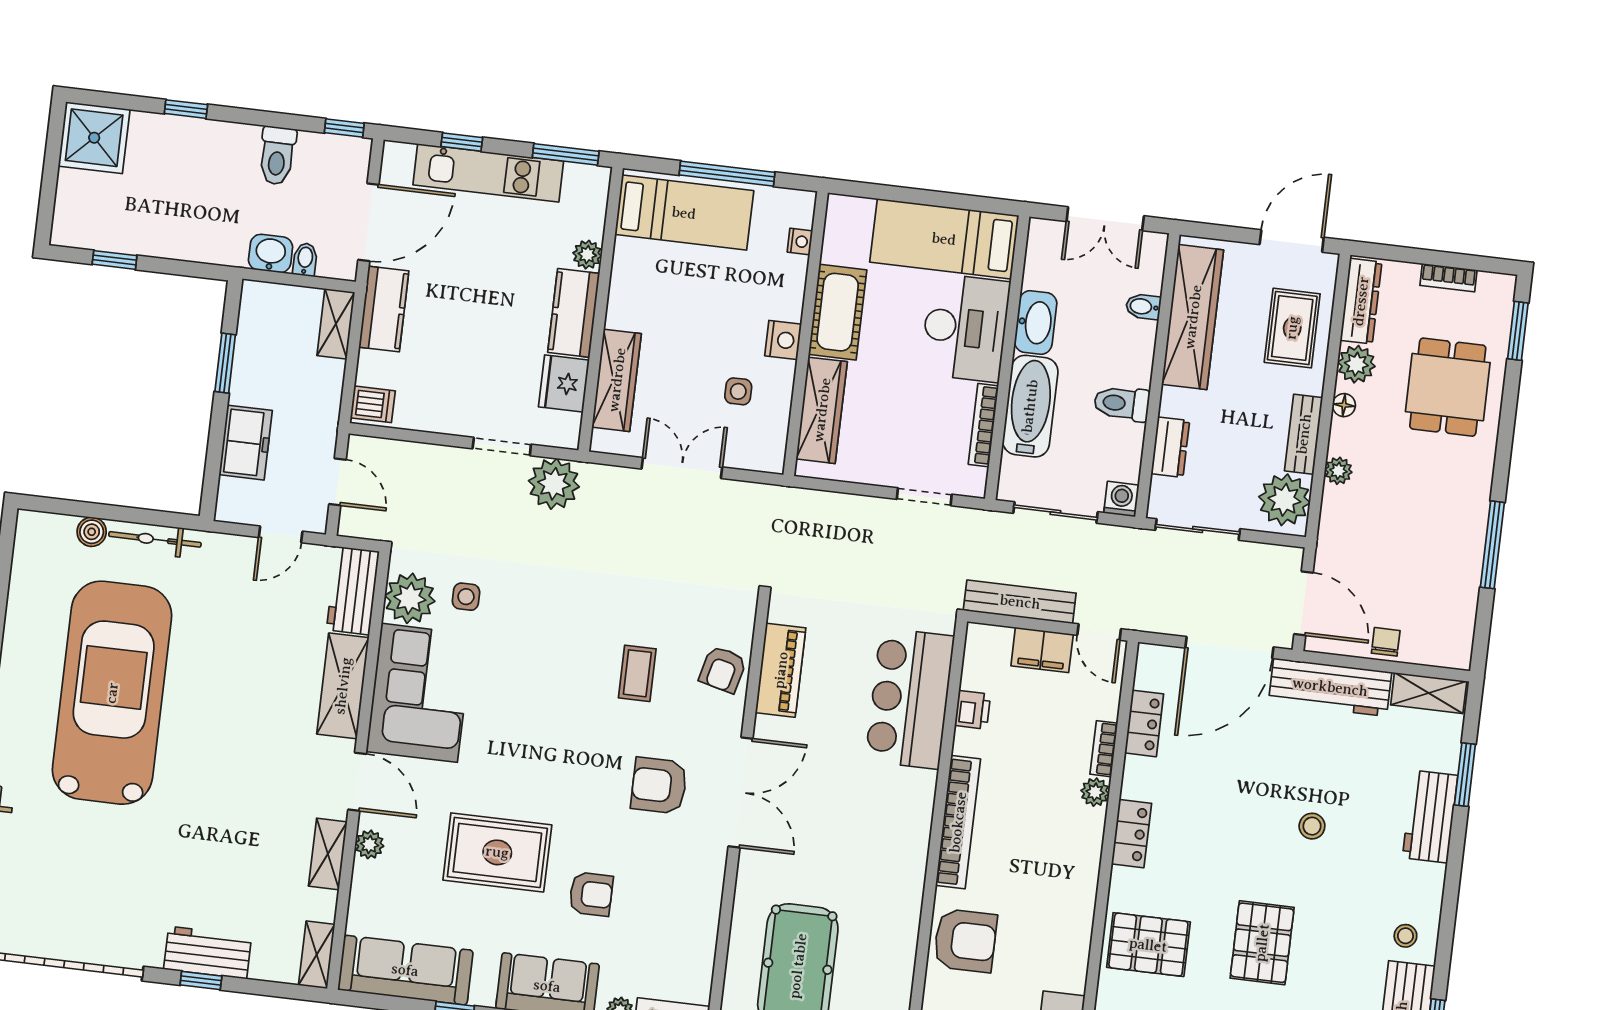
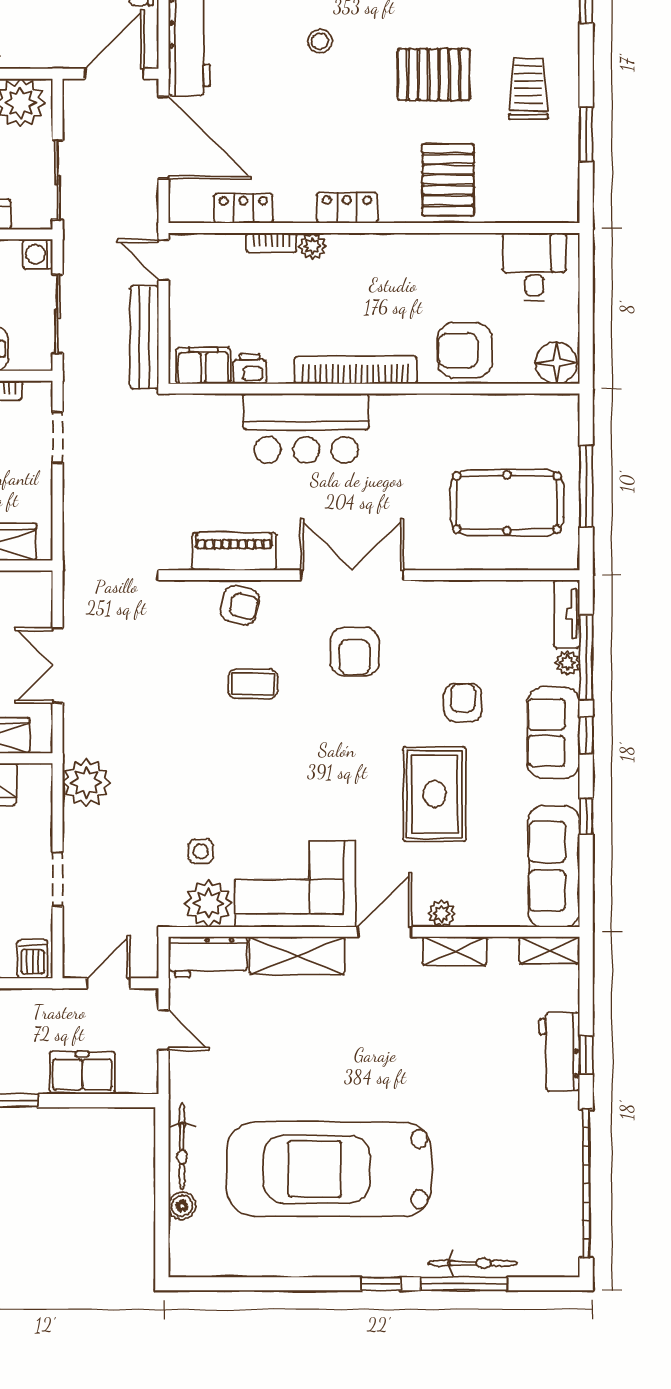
doorway: (502, 446) -> (57, 879), moved
door: (1099, 632) -> (164, 260), swing flipped
filing cabinet: (1042, 650) -> (203, 366), moved, turned -90
bar counter: (910, 699) -> (306, 428), moved
armchair: (965, 941) -> (465, 350), turned -90

